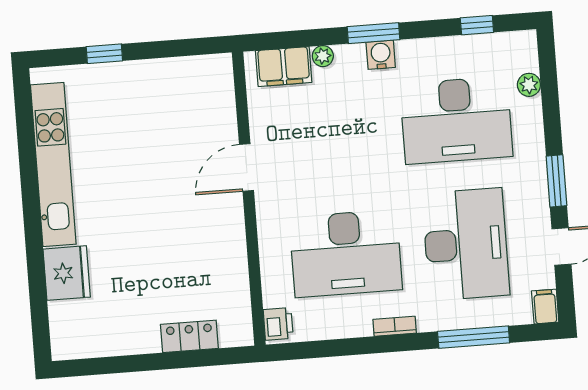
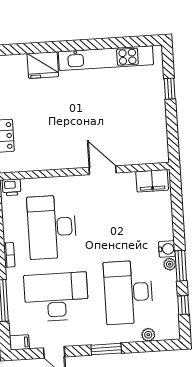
window: (373, 33) -> (181, 266), moved
plant: (323, 56) -> (170, 264), moved
filing cabinet: (284, 67) -> (152, 181), moved, turned -90
window: (556, 181) -> (106, 349), moved
desk: (466, 244) -> (56, 297), turned 180

